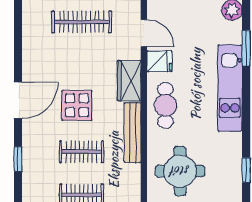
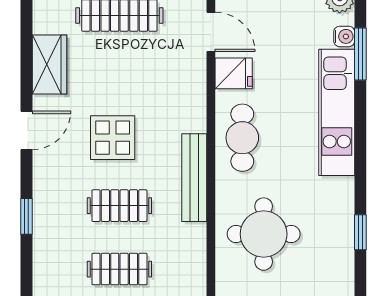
water cooler: (235, 36) -> (344, 36), added
wardrobe: (129, 81) -> (49, 65), moved, turned 180
door: (18, 100) -> (26, 130), width x0.73

